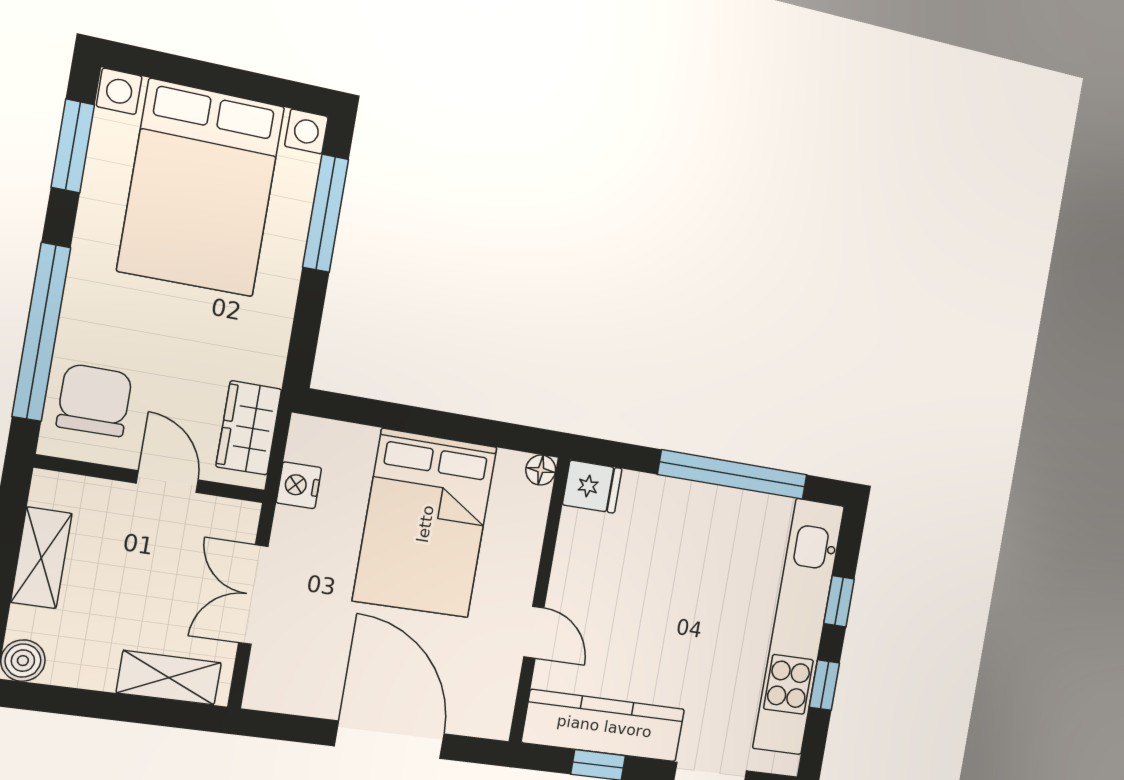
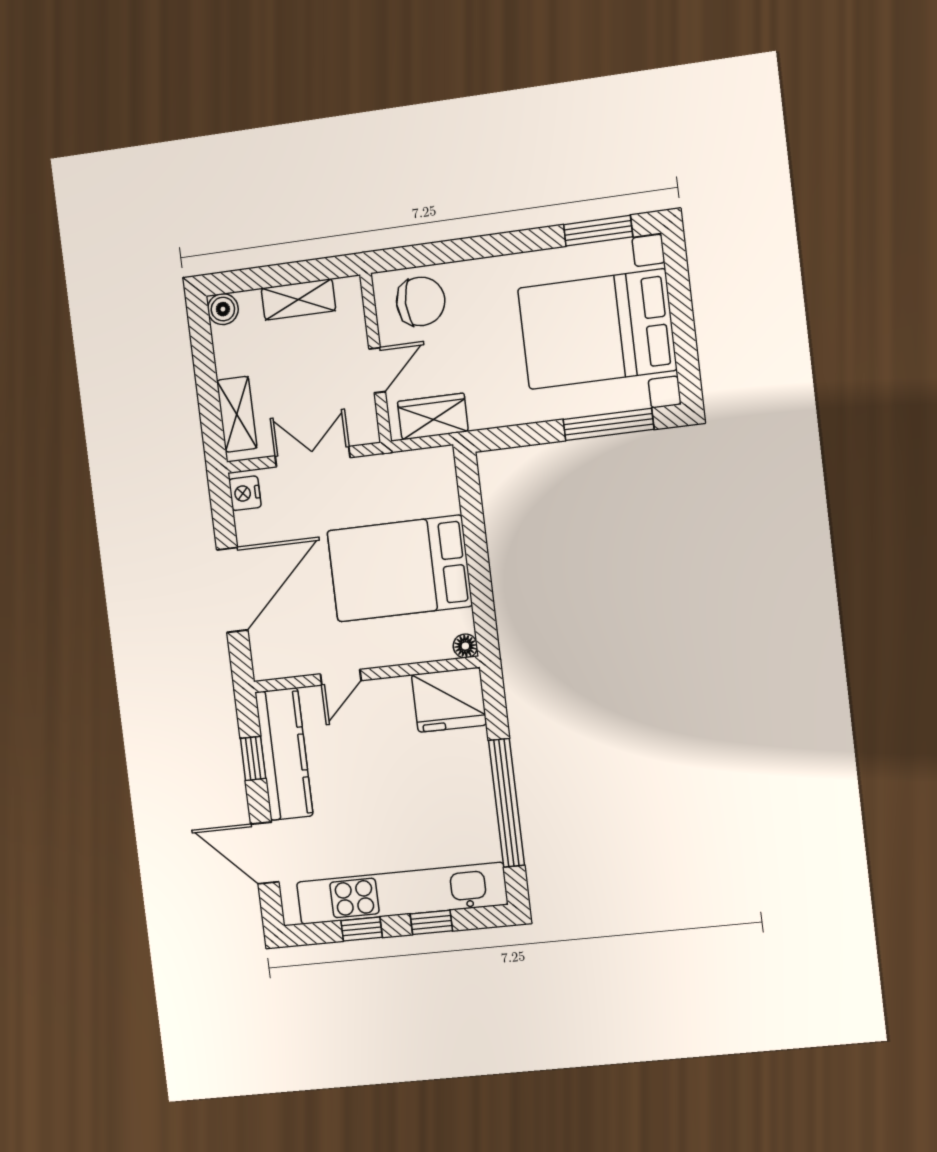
window: (41, 332) -> (458, 250), removed
nightstand: (299, 485) -> (245, 493), moved, turned -90
fridge: (592, 487) -> (449, 700), width x1.88, depth x1.34

